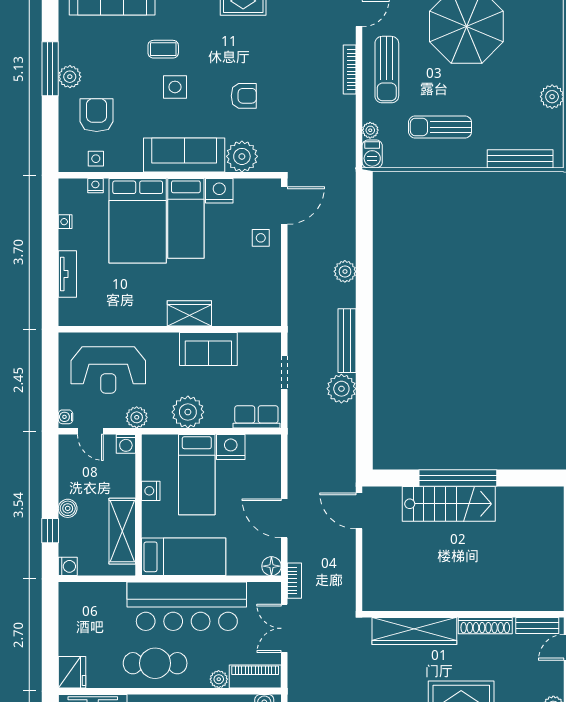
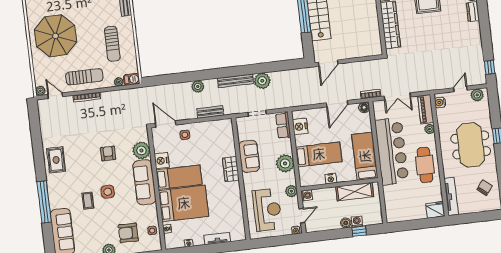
bench: (296, 289) -> (210, 112), added
nightstand: (231, 447) -> (300, 126), moved
washing machine: (68, 566) -> (357, 222), moved

